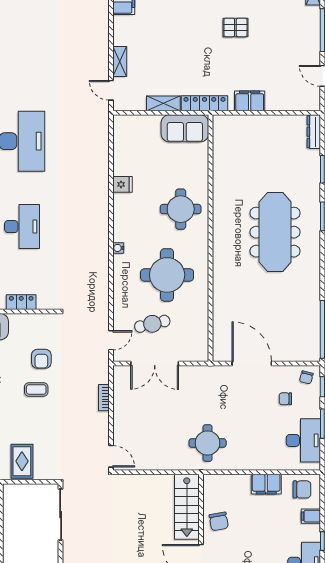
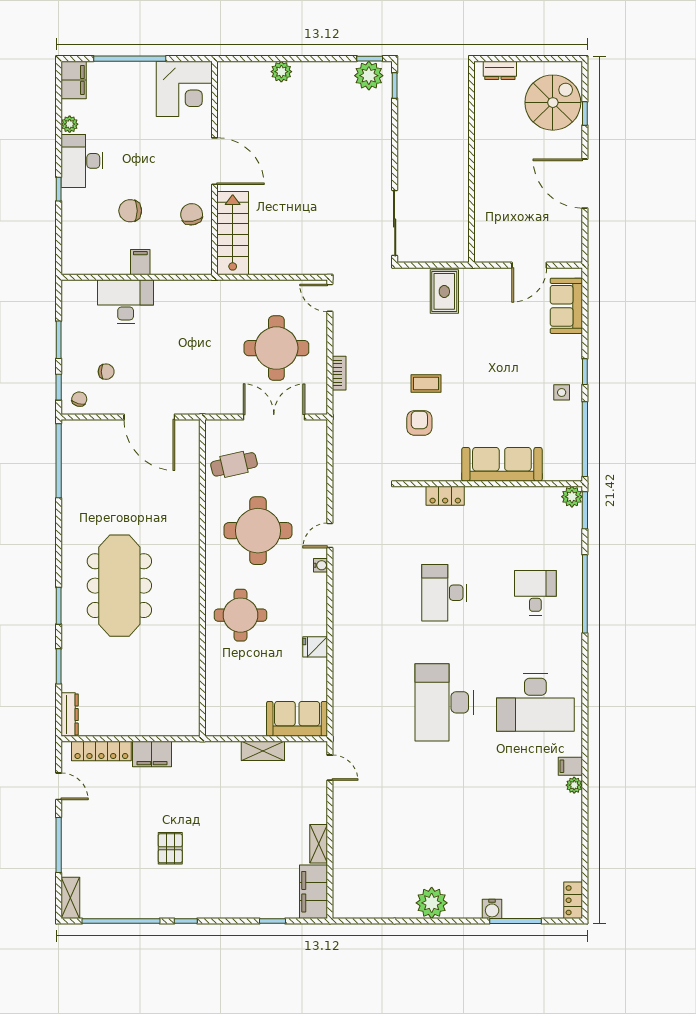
pallet: (235, 27) -> (170, 848), turned 90
shelving: (120, 62) -> (319, 844), moved
locker: (204, 103) -> (101, 751), moved
sofa: (185, 128) -> (297, 719), moved
cafe table: (152, 324) -> (234, 464), moved
door: (111, 340) -> (330, 535), moved
desk: (303, 440) -> (126, 302), moved, turned 90
round table: (208, 443) -> (276, 348), moved, width x1.36, depth x1.36
filing cabinet: (266, 484) -> (140, 262), width x0.50
chair: (302, 489) -> (130, 211), moved
filing cabinet: (311, 516) -> (73, 221), removed

